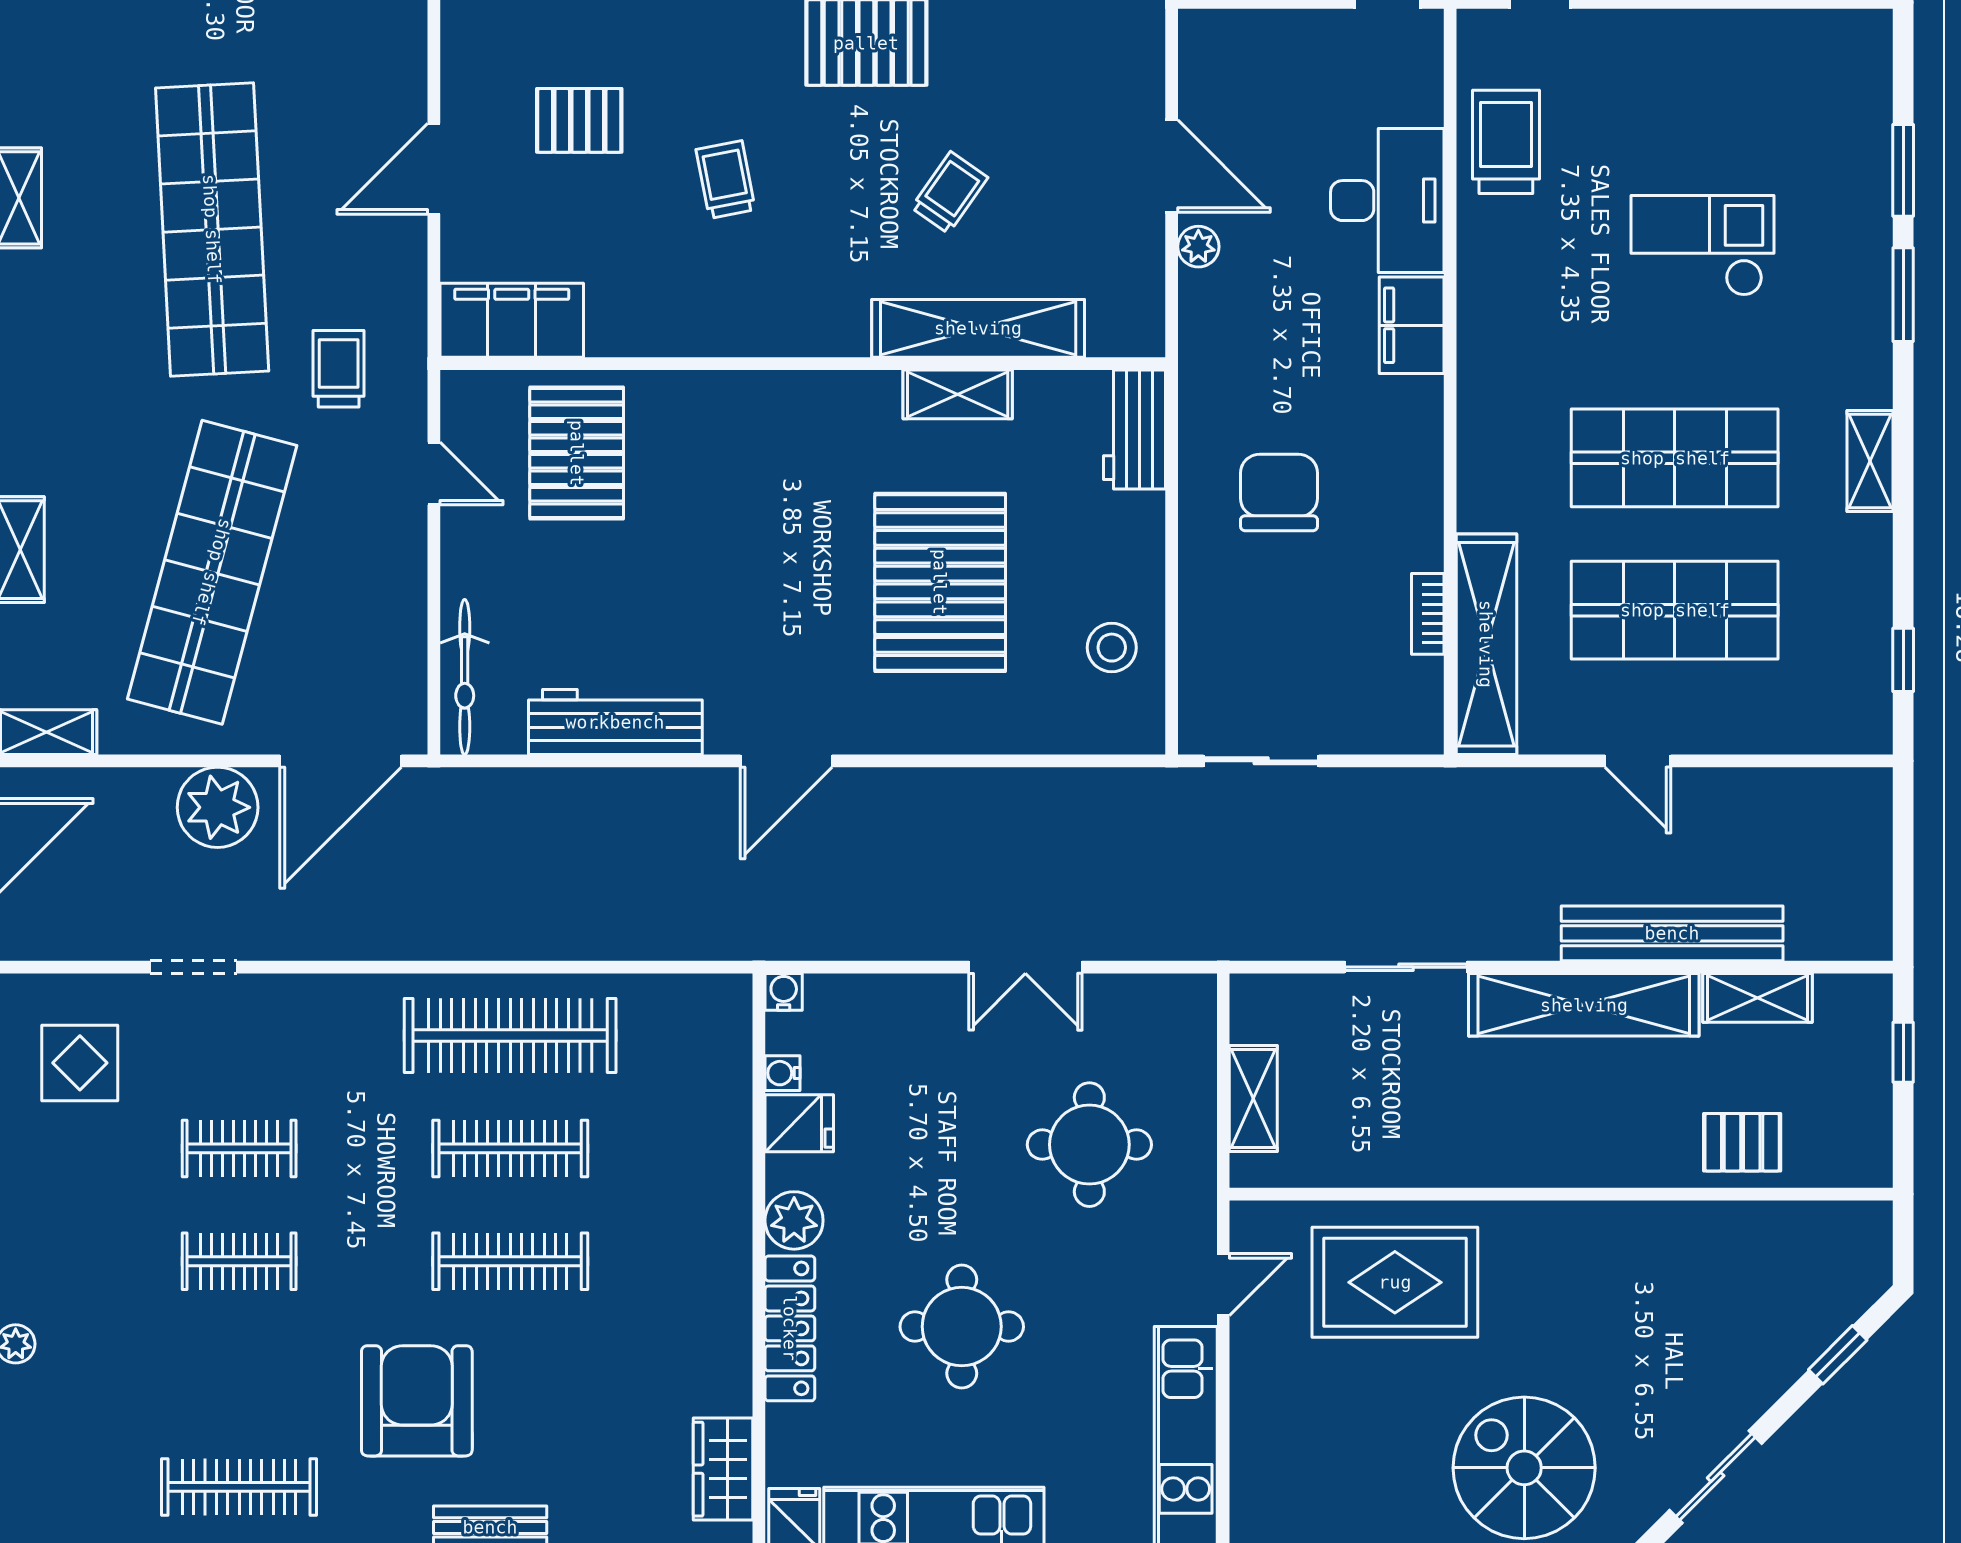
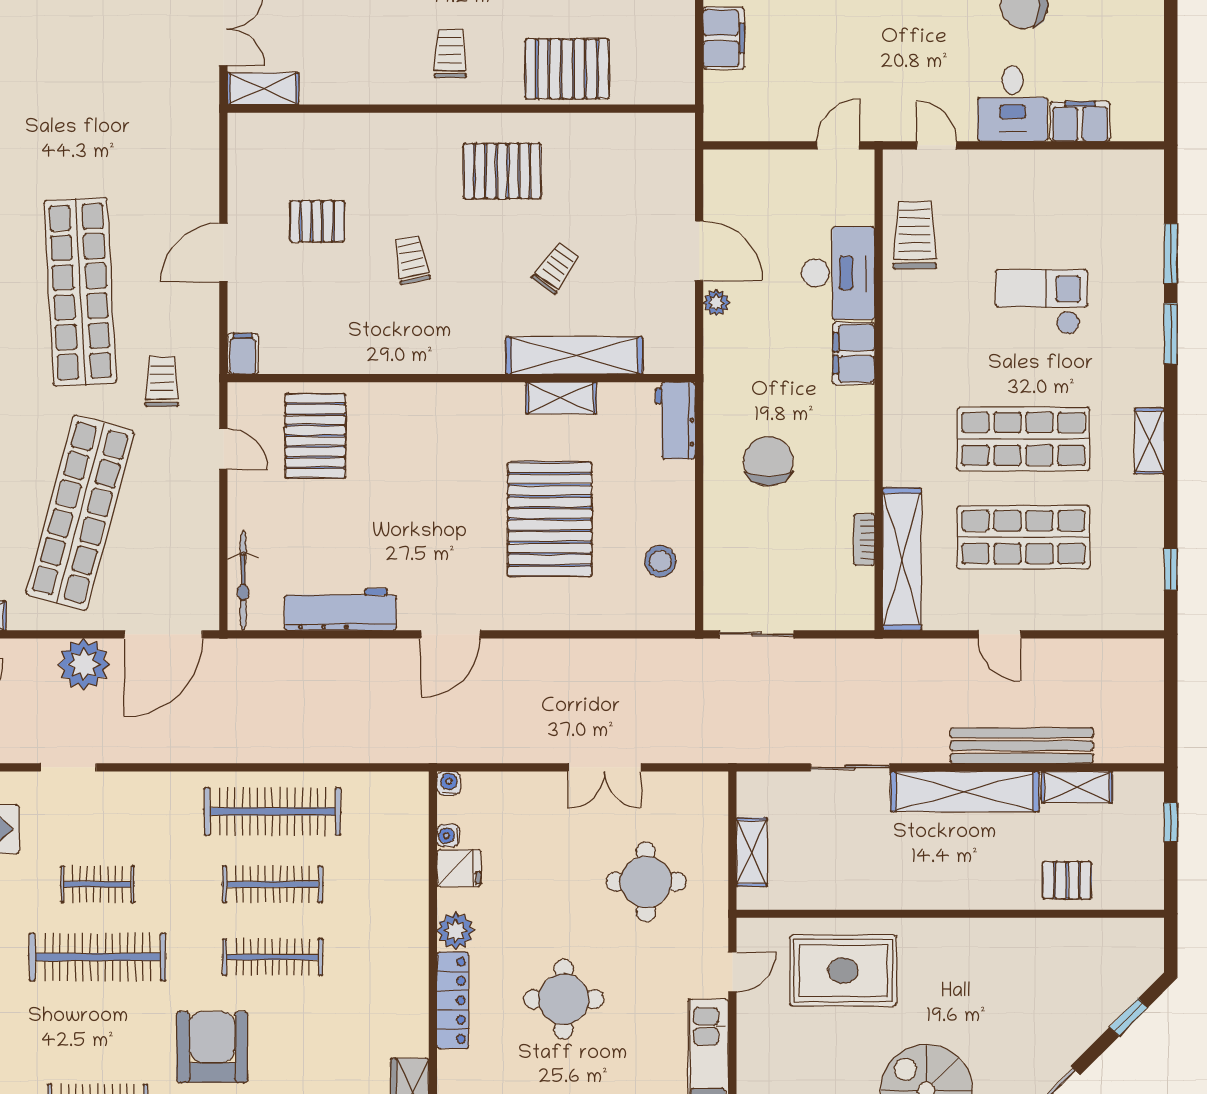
filing cabinet: (512, 320) -> (243, 354), width x0.33, depth x0.86
clothes rail: (239, 1261) -> (98, 957), width x1.86, depth x1.31

